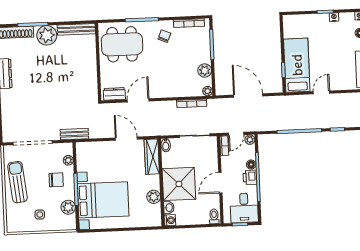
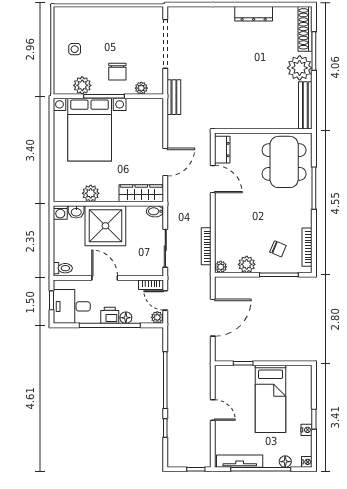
chair: (164, 36) -> (278, 249), moved
bed: (297, 65) -> (271, 399), moved, turned 90
sun lounger: (17, 182) -> (117, 23), removed

